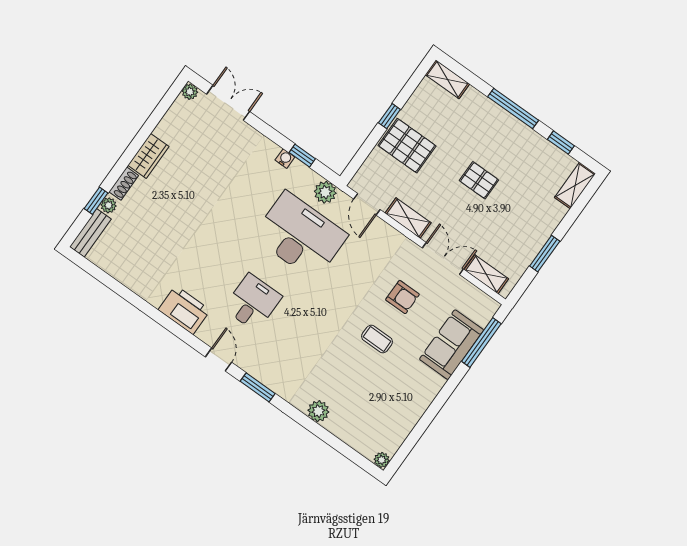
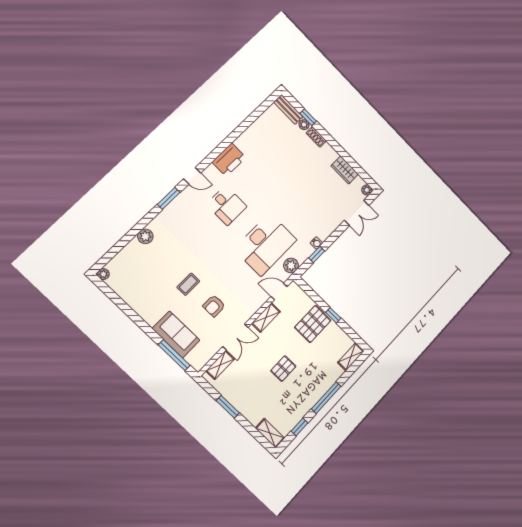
wardrobe: (148, 156) -> (345, 170), moved

